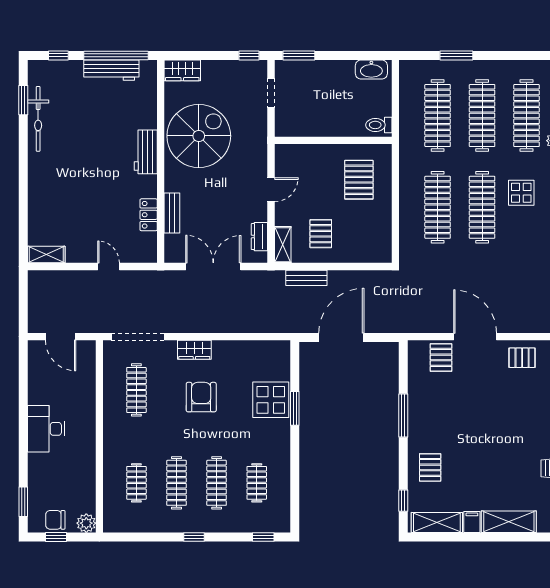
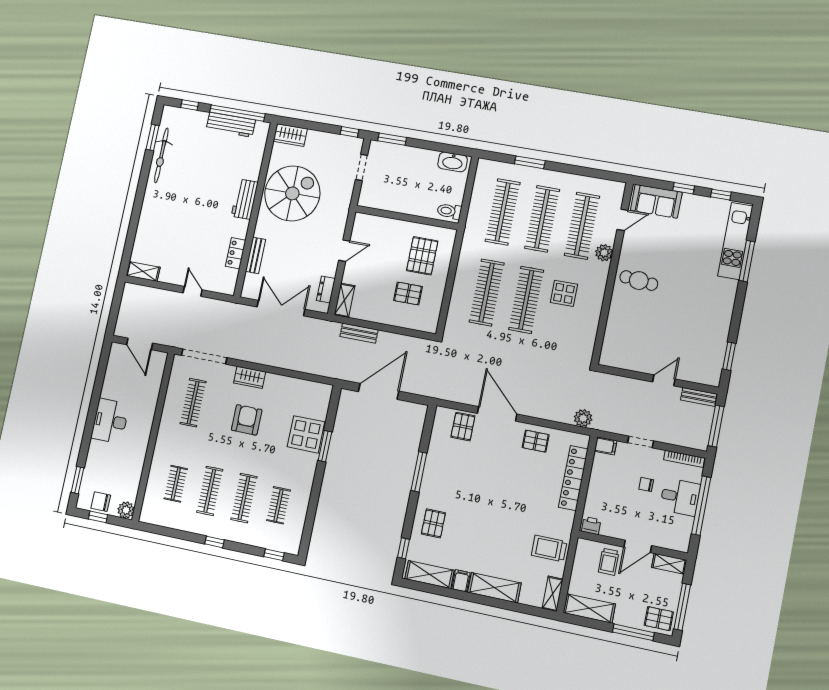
pallet: (321, 234) -> (408, 294), moved, turned 90

